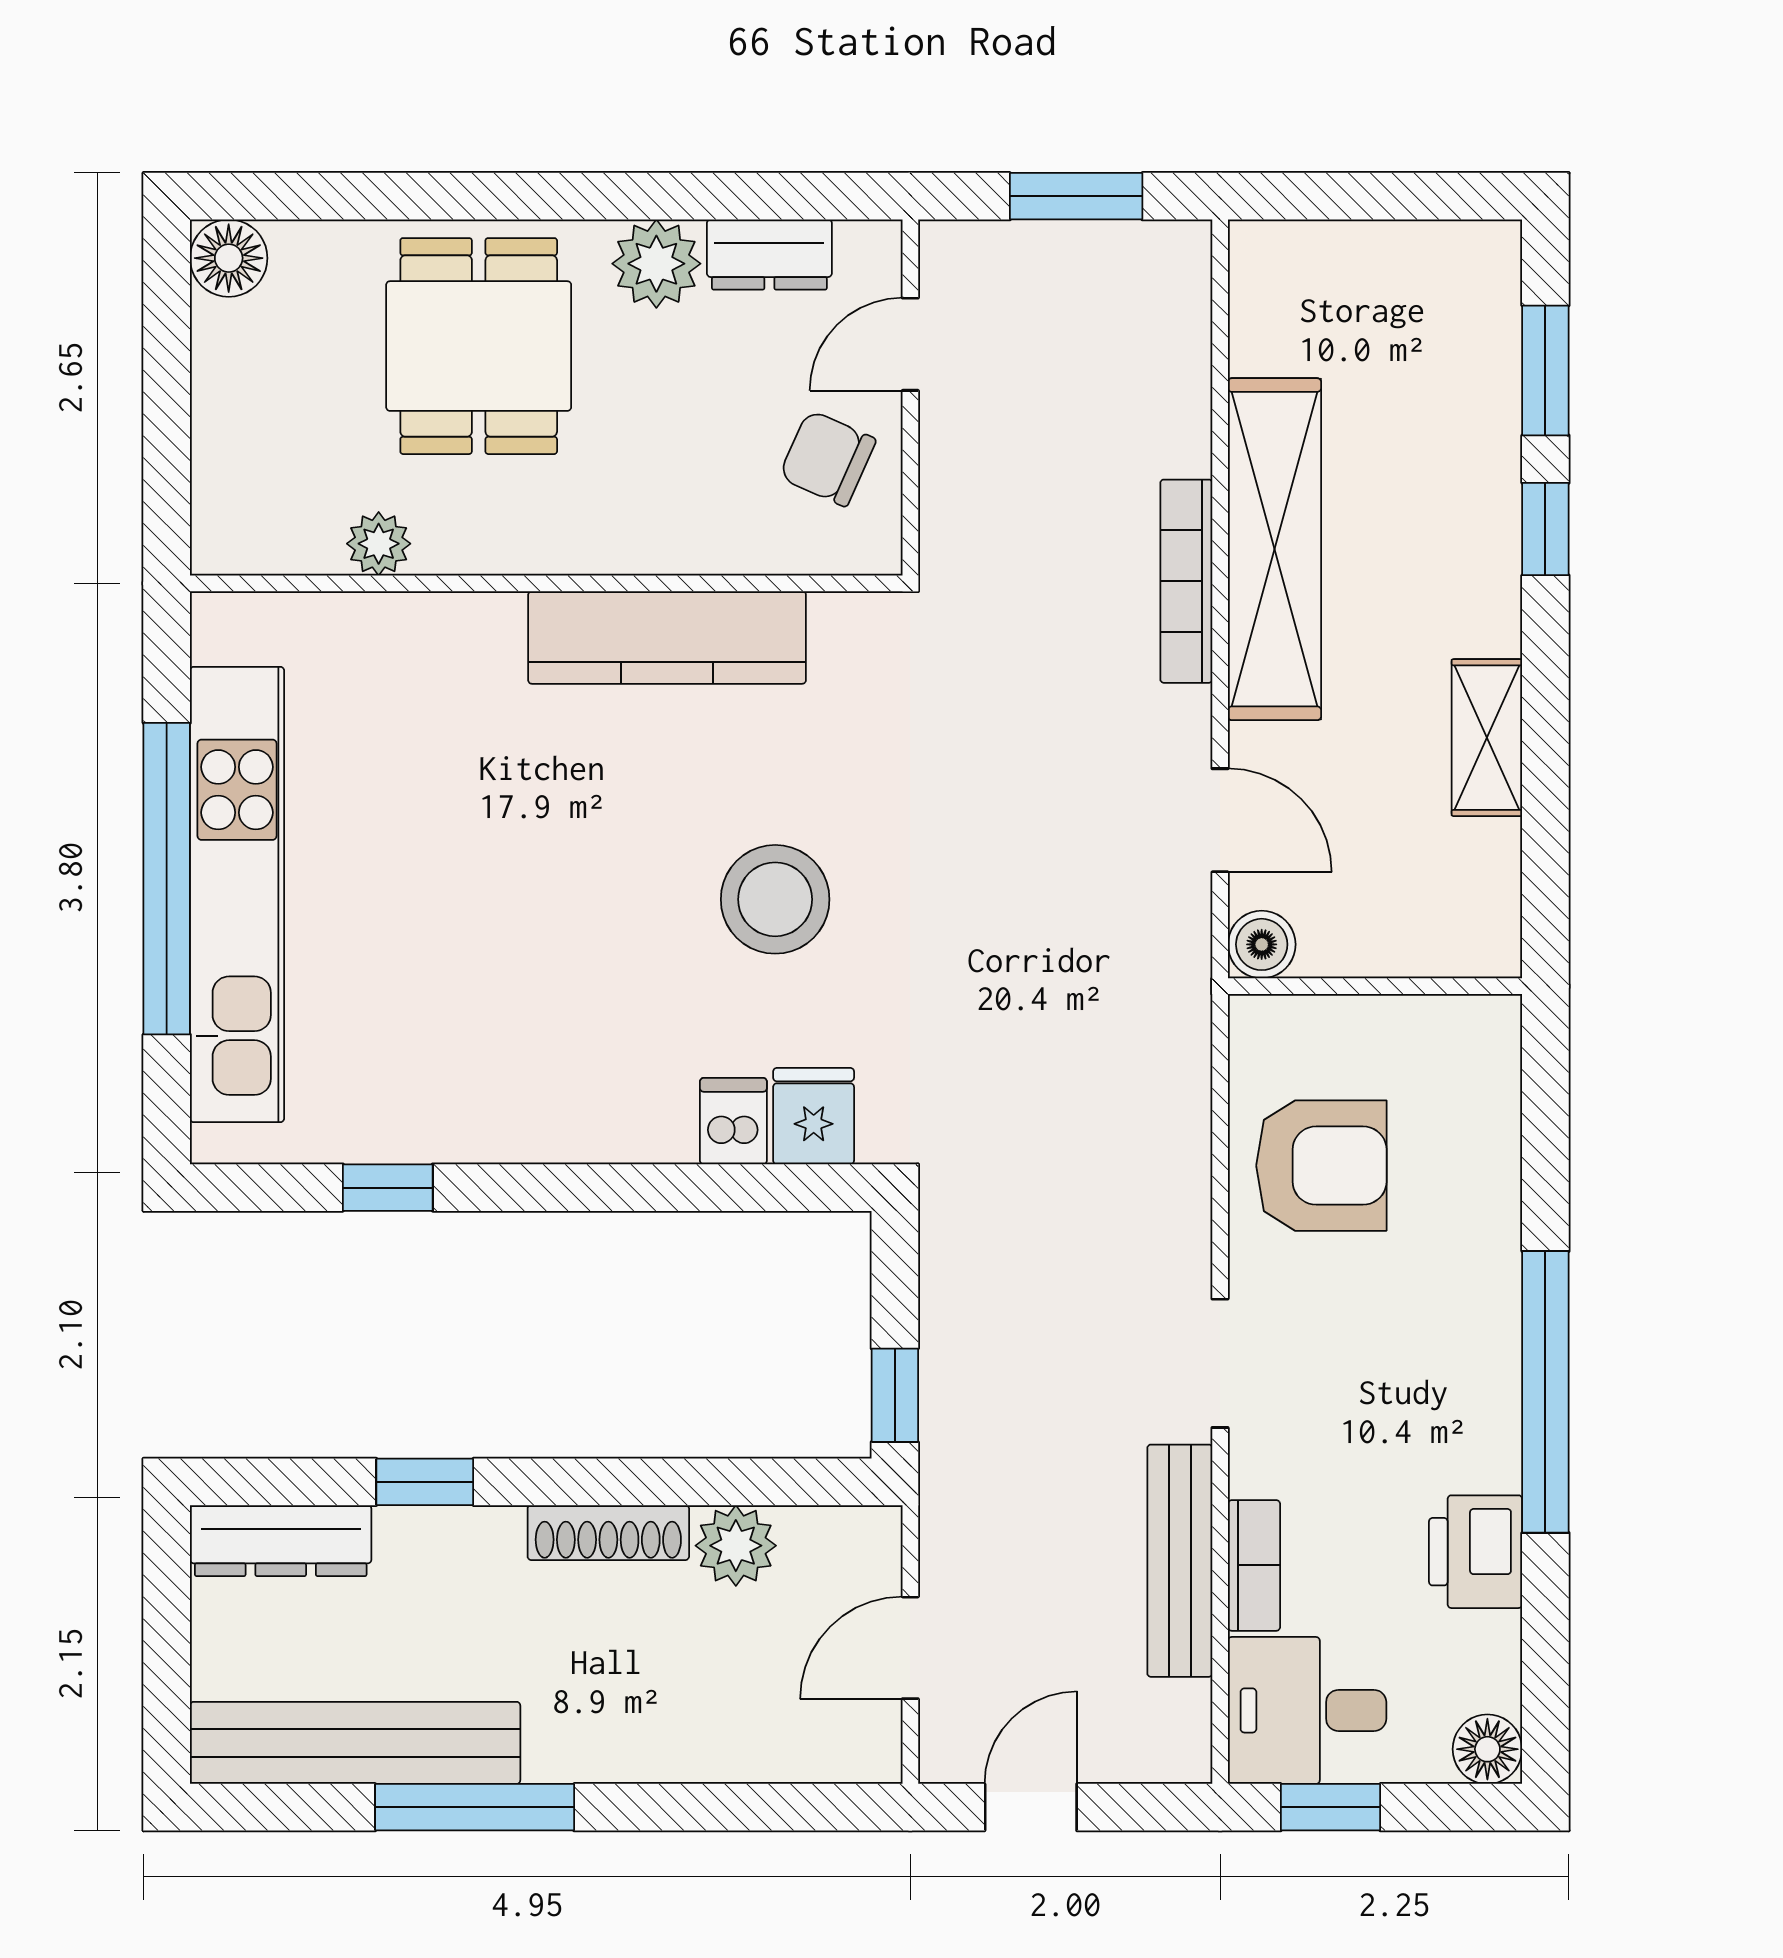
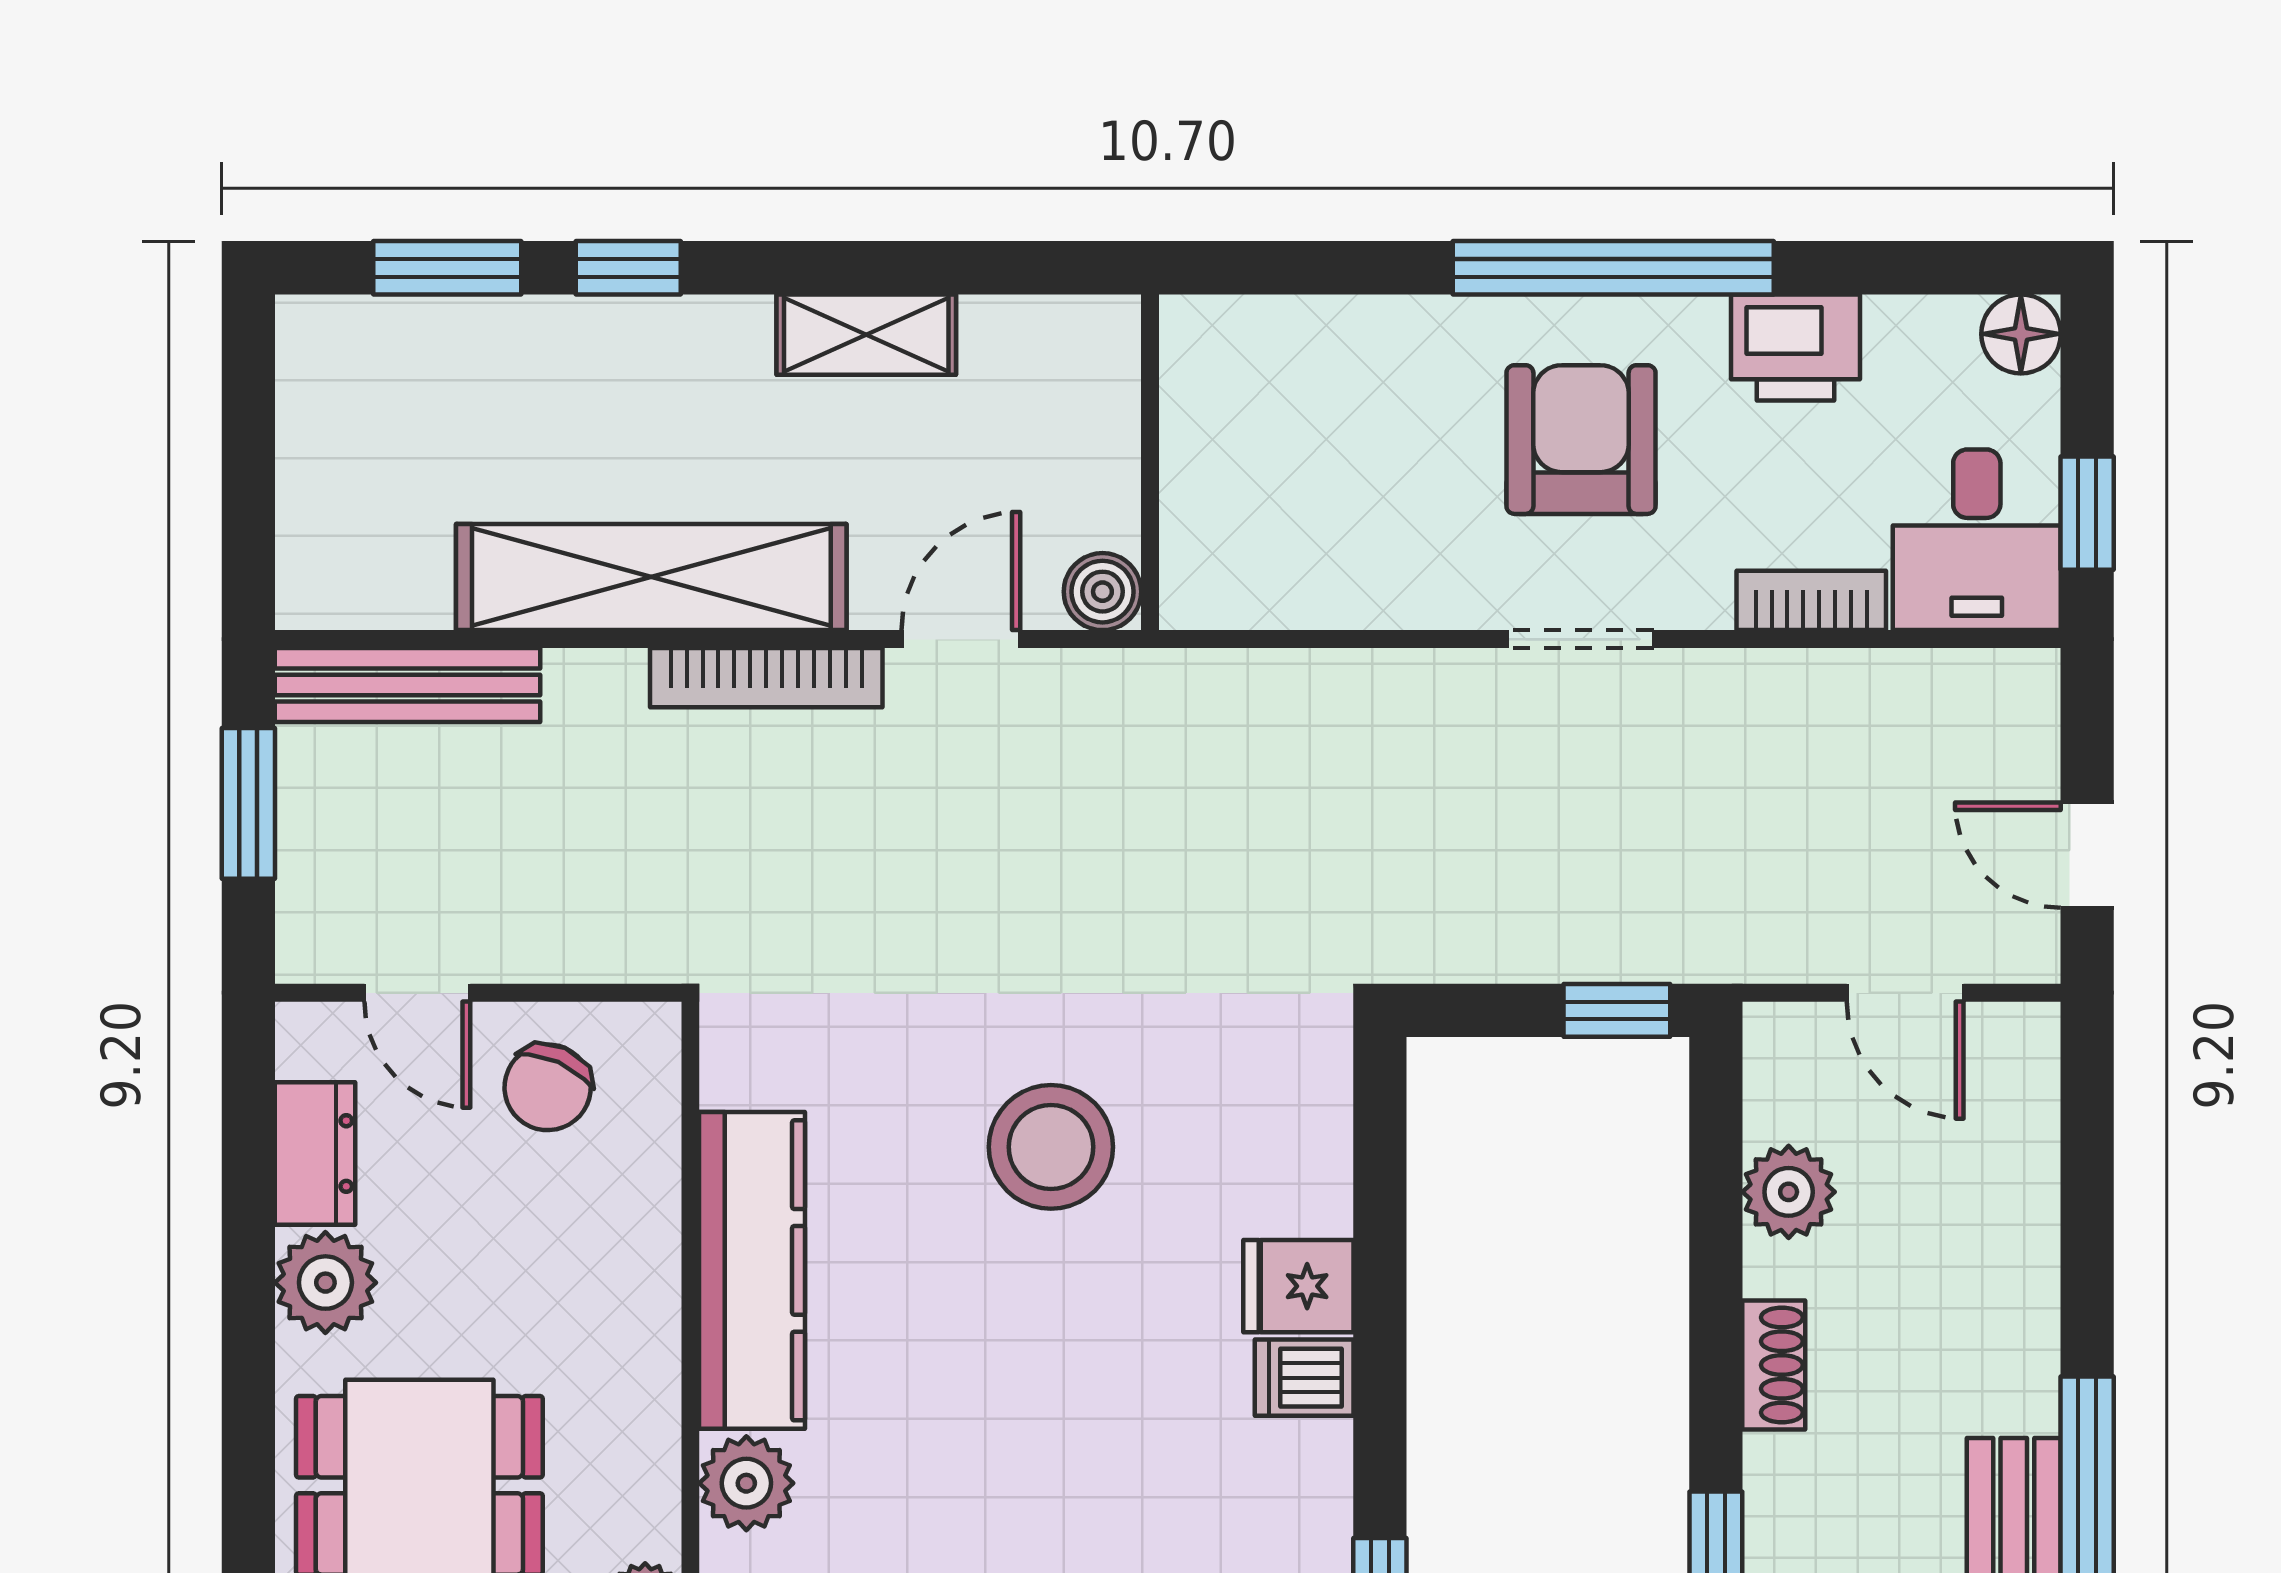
bookcase: (1186, 581) -> (766, 678), moved
plant: (481, 632) -> (746, 1483), added
fridge: (814, 1116) -> (1298, 1286), moved
dishwasher: (733, 1121) -> (1304, 1378), moved
armchair: (1321, 1166) -> (1581, 440), moved
shoe rack: (608, 1533) -> (1774, 1365), width x0.70
bench: (1180, 1561) -> (407, 685), moved

